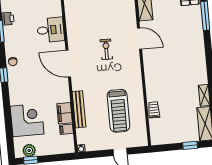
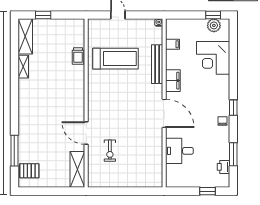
exercise bike: (106, 49) -> (110, 151), moved
treadmill: (118, 111) -> (115, 59), turned 90
filing cabinet: (65, 113) -> (173, 81), moved

